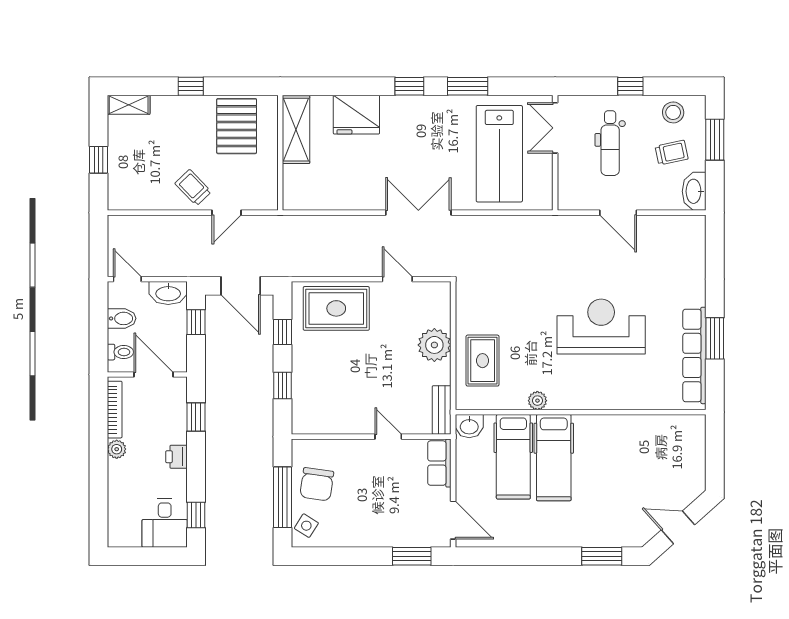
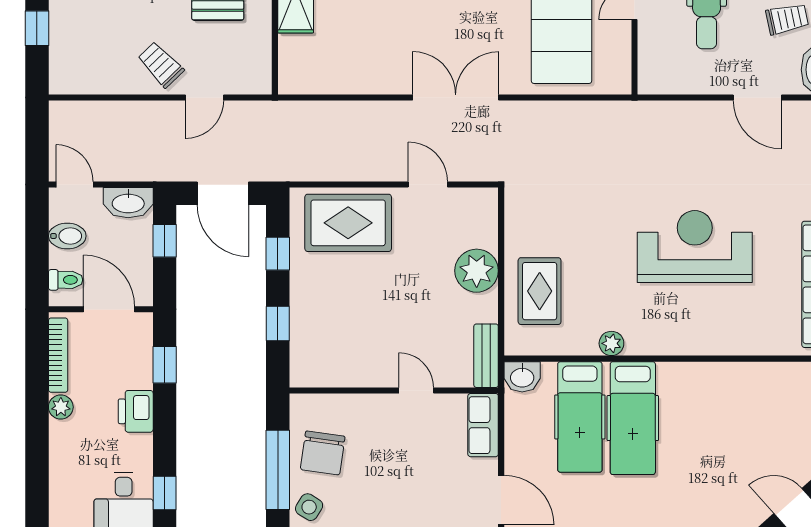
door: (618, 213) -> (757, 97), moved
printer: (176, 457) -> (136, 411), width x1.36, depth x1.24

